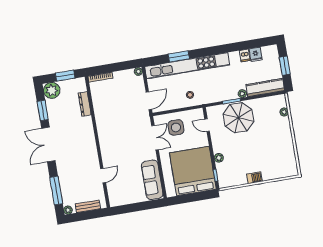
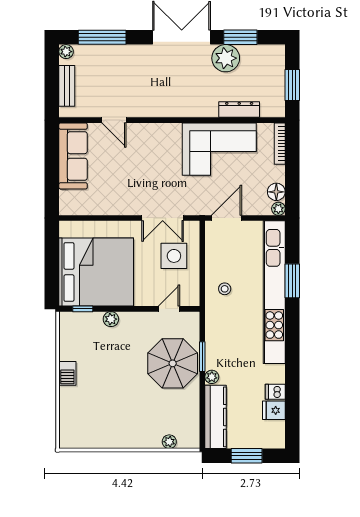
floor lamp: (129, 74) -> (276, 192), added
plant: (52, 90) -> (226, 58), moved
door: (149, 101) -> (227, 218), swing flipped
corner sofa: (110, 112) -> (219, 149), added
sofa: (152, 180) -> (73, 156), moved, turned 90

